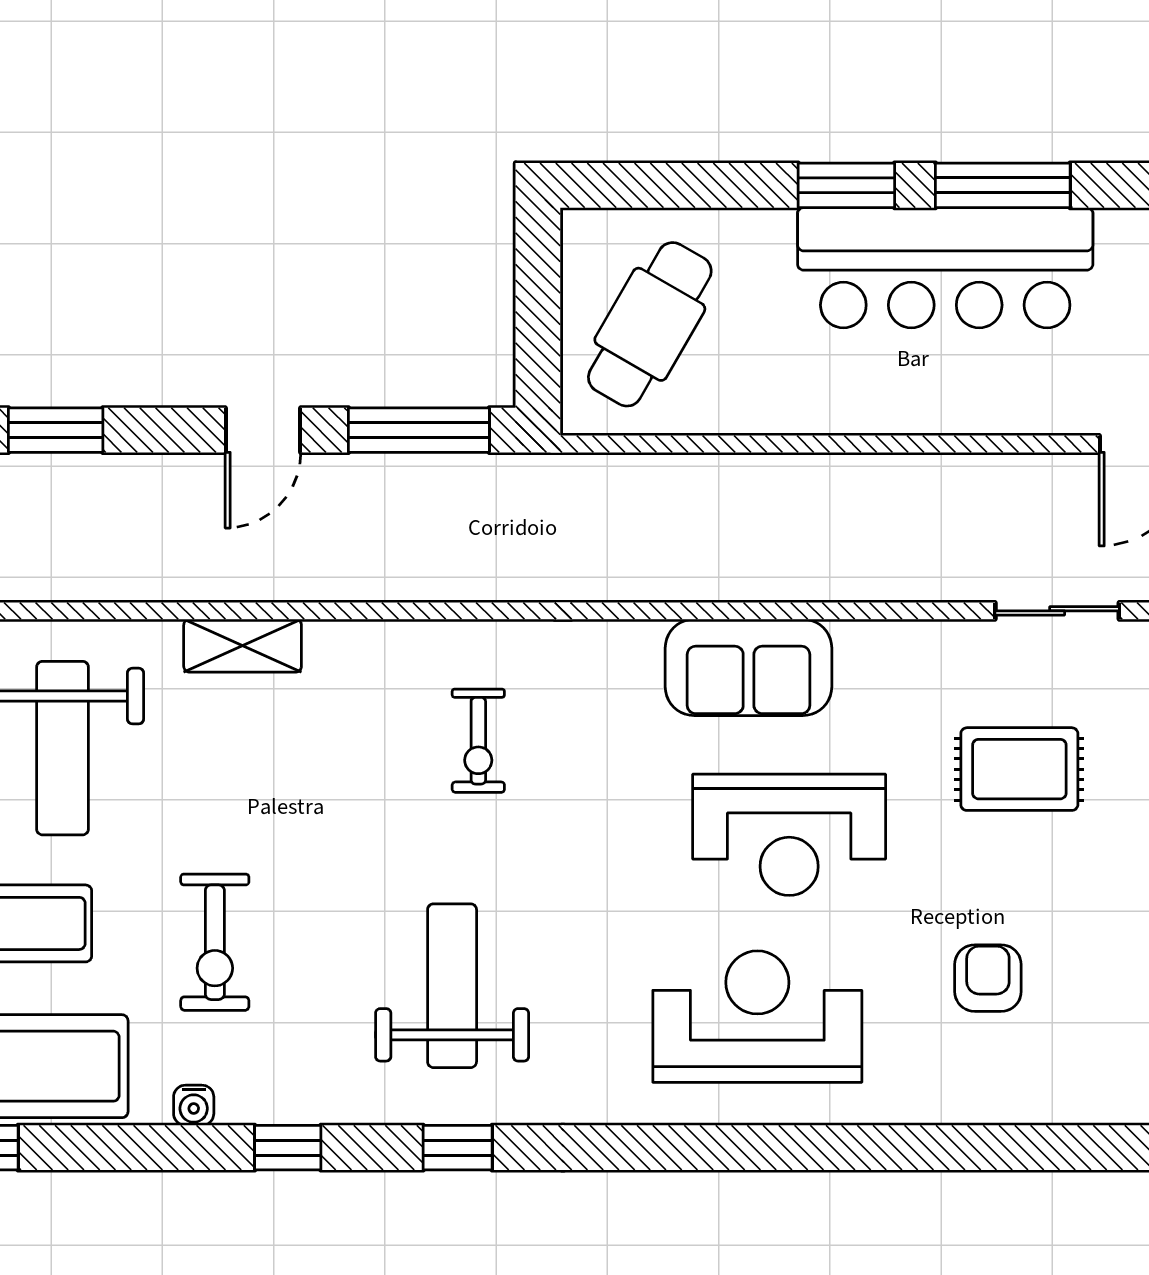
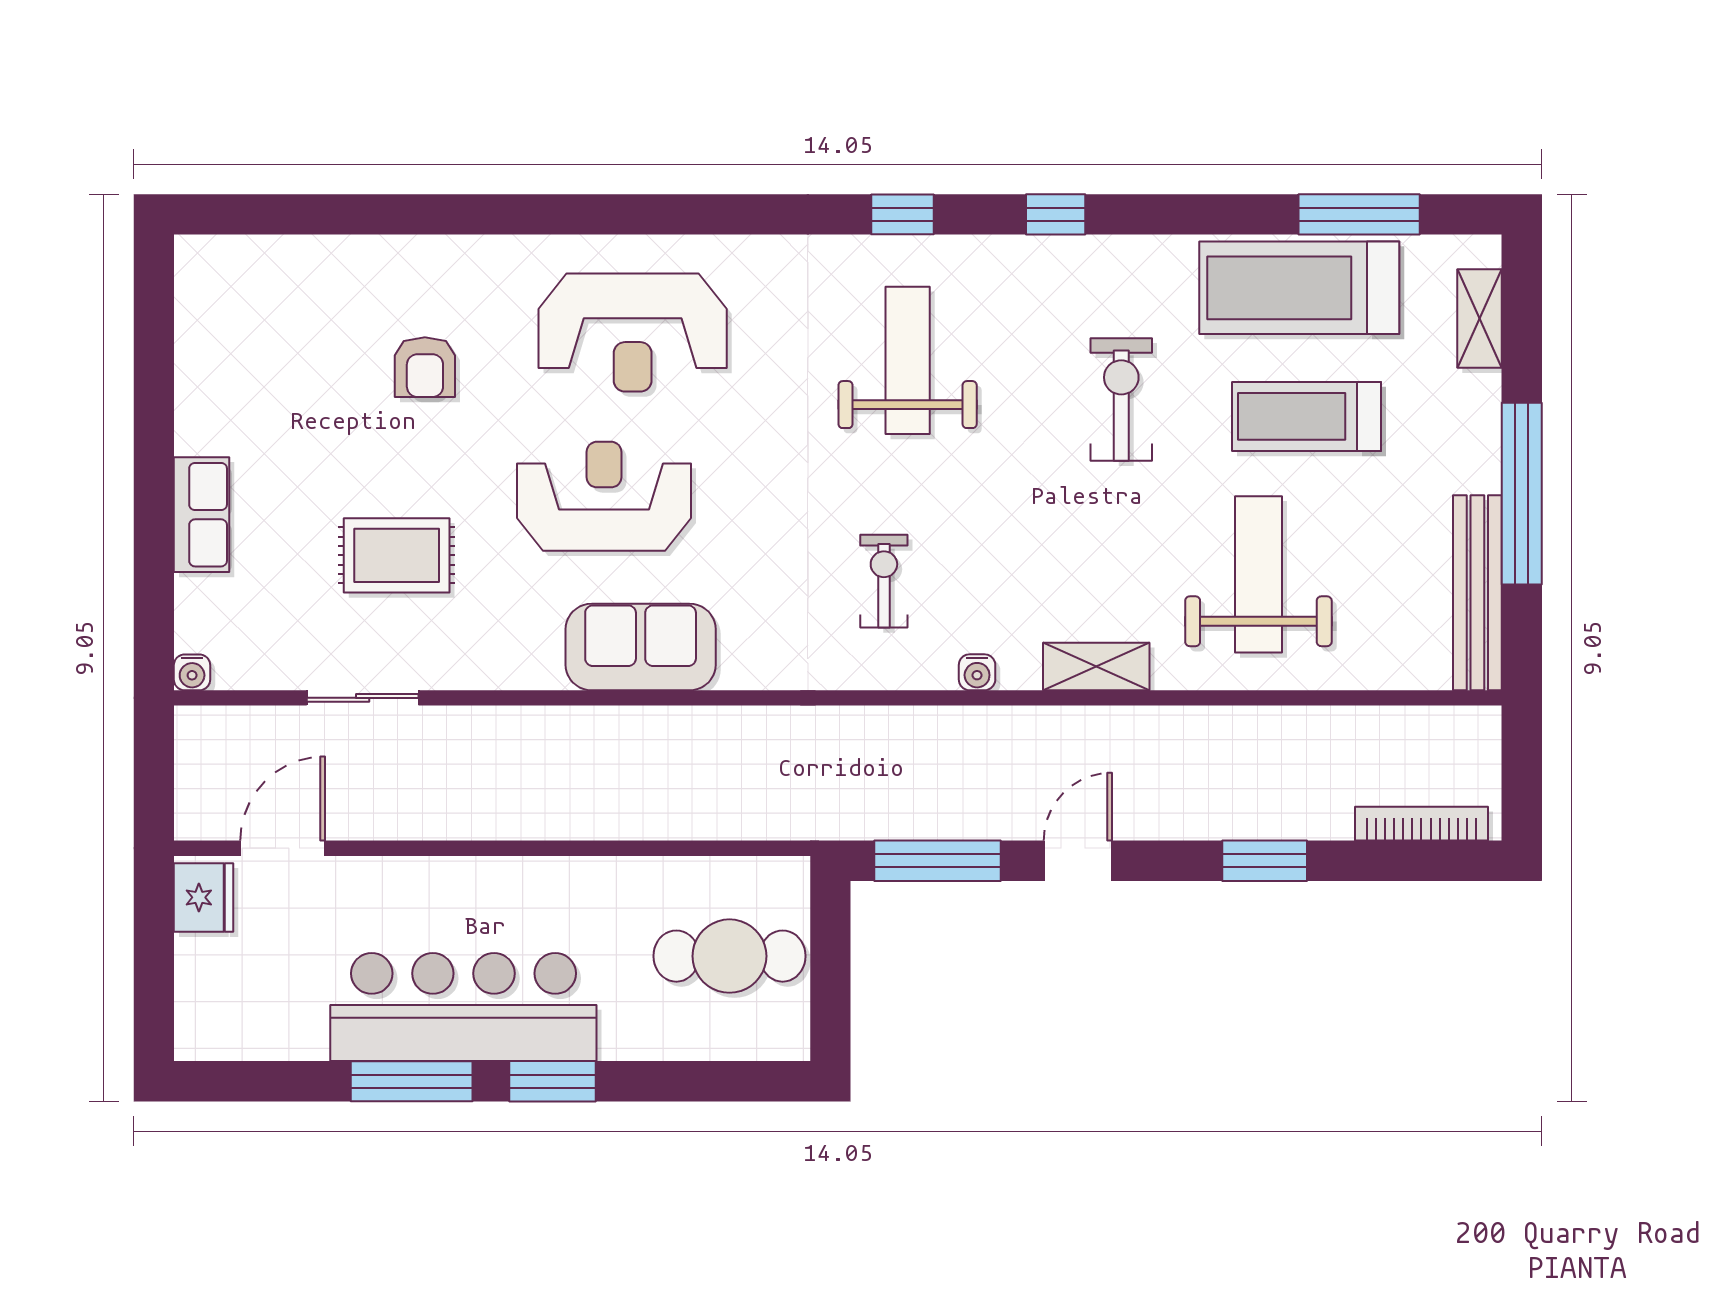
cafe table: (650, 324) -> (729, 956), turned 60
weight bench: (452, 986) -> (908, 360), turned 180
water cooler: (194, 1105) -> (977, 672), moved, turned 180

